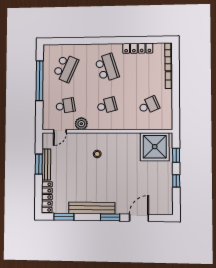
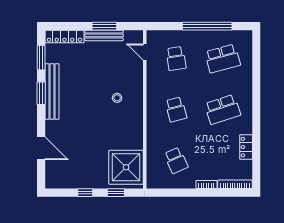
locker: (138, 48) -> (246, 147), width x0.66
school desk: (66, 68) -> (223, 58), turned -39
plant: (81, 124) -> (154, 78), removed
window: (110, 217) -> (41, 93), moved

